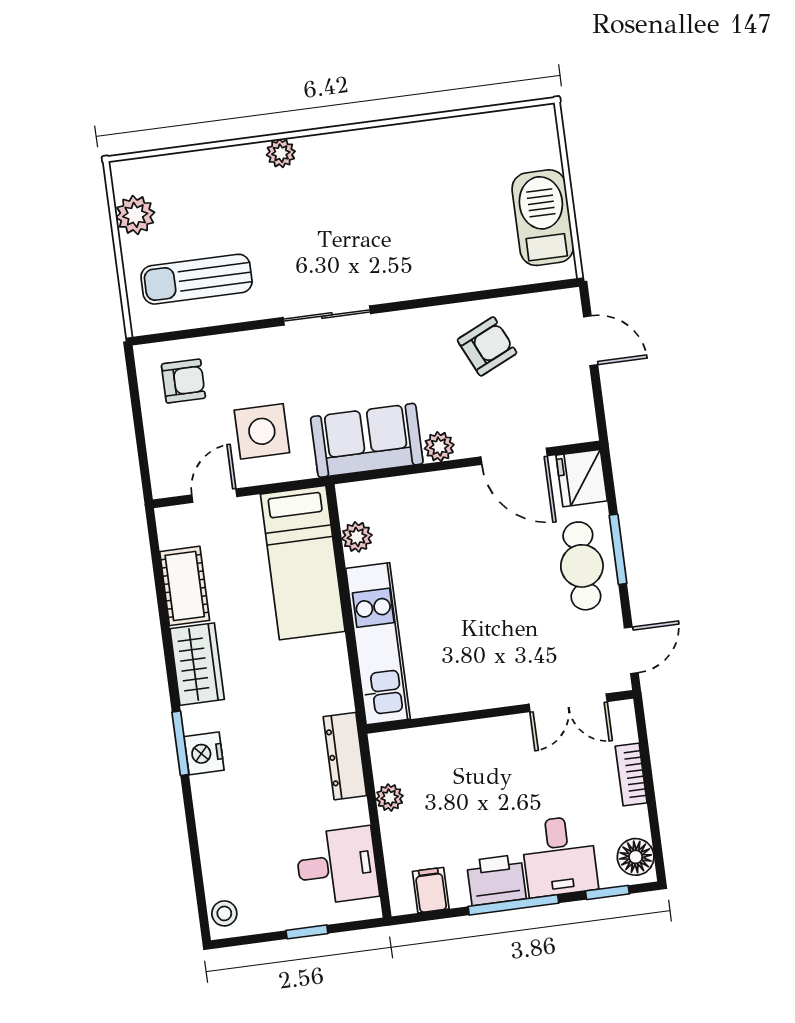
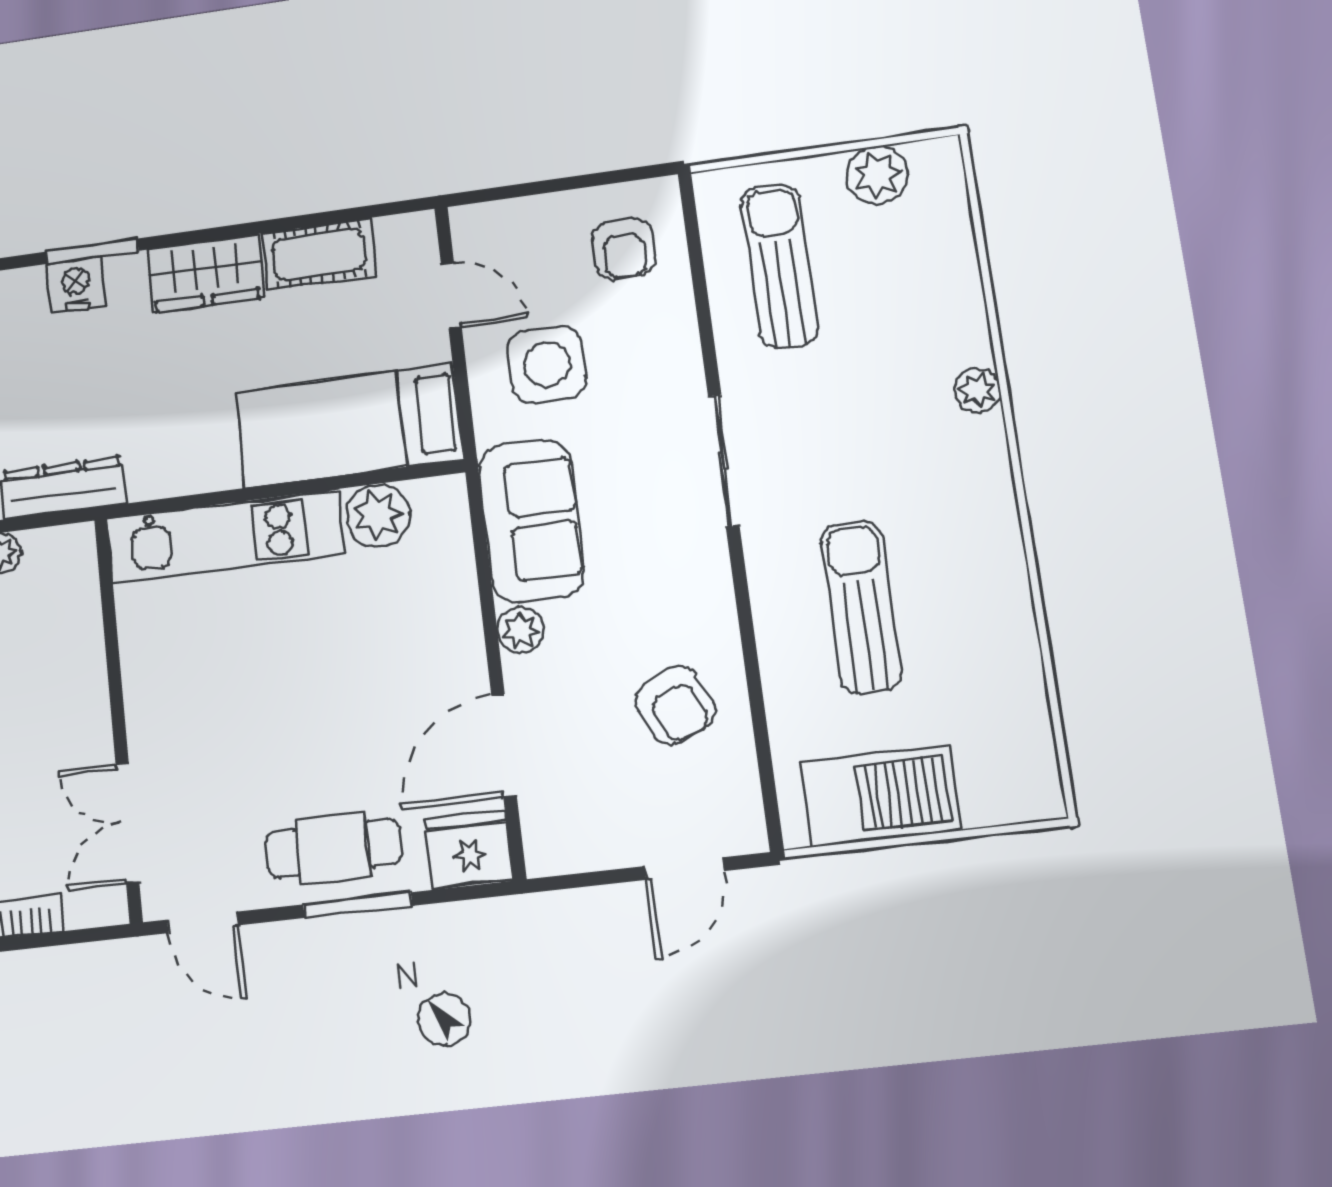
sun lounger: (422, 229) -> (861, 607), added
plant: (357, 537) -> (378, 515), width x1.38, depth x1.38

